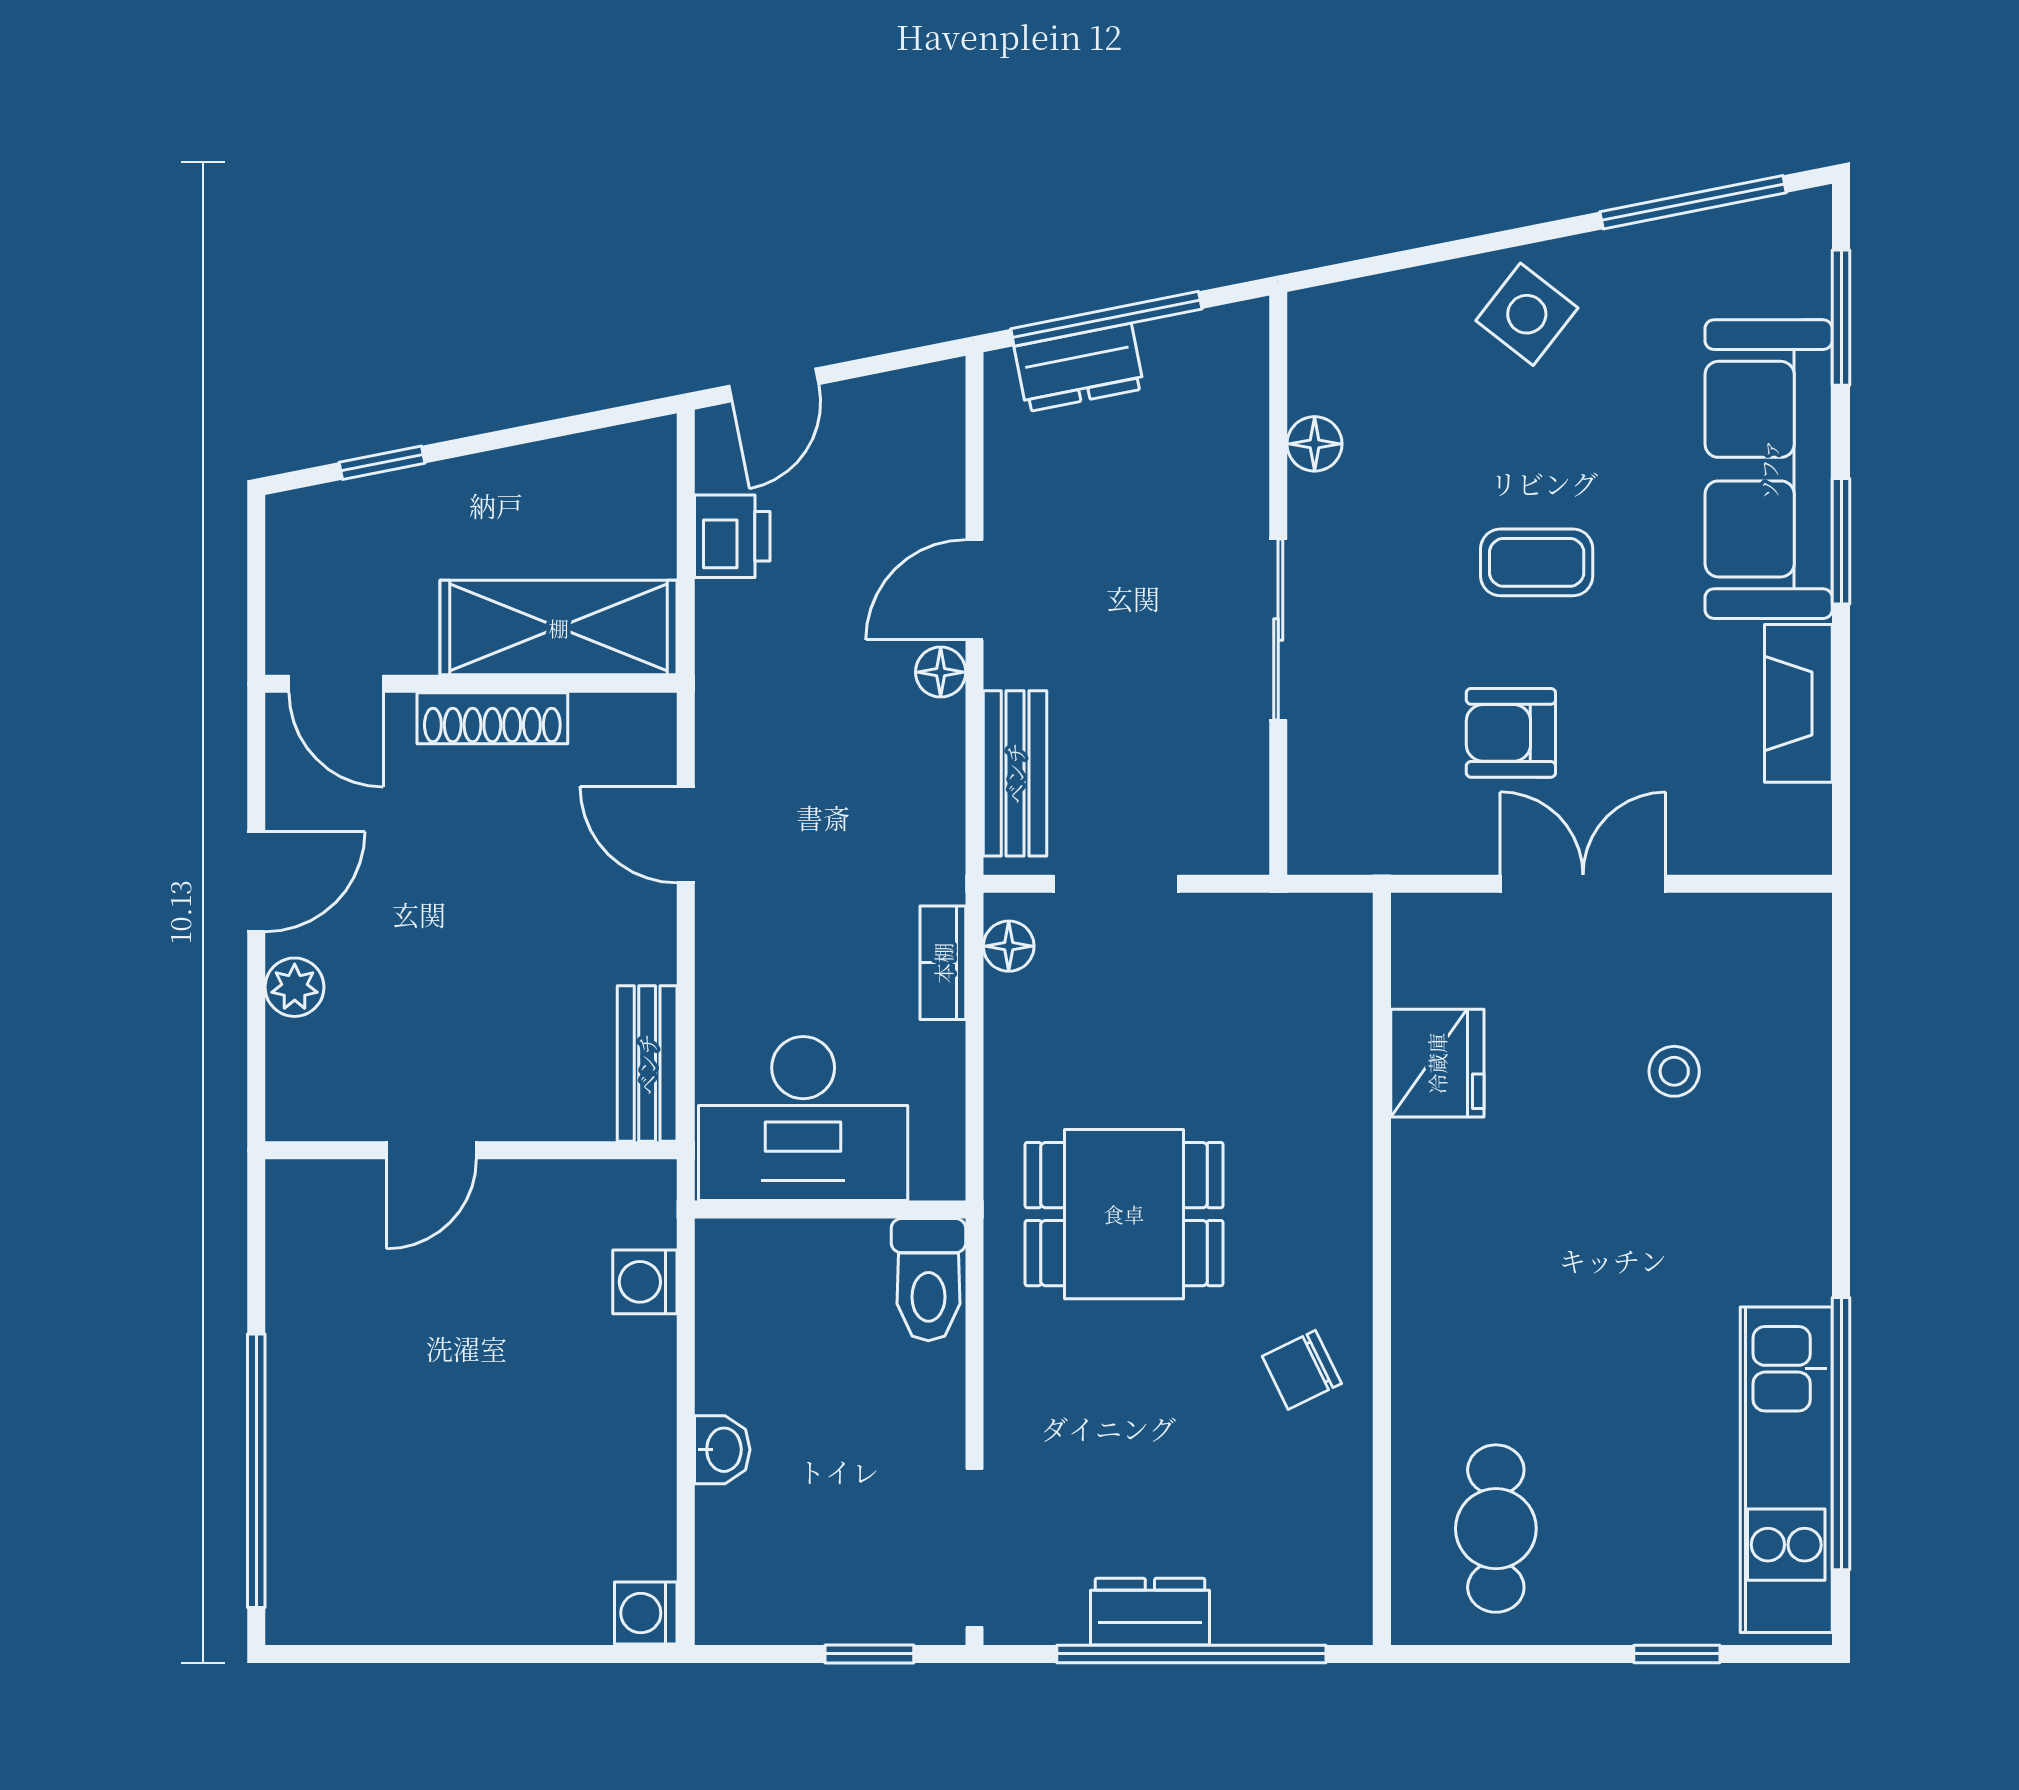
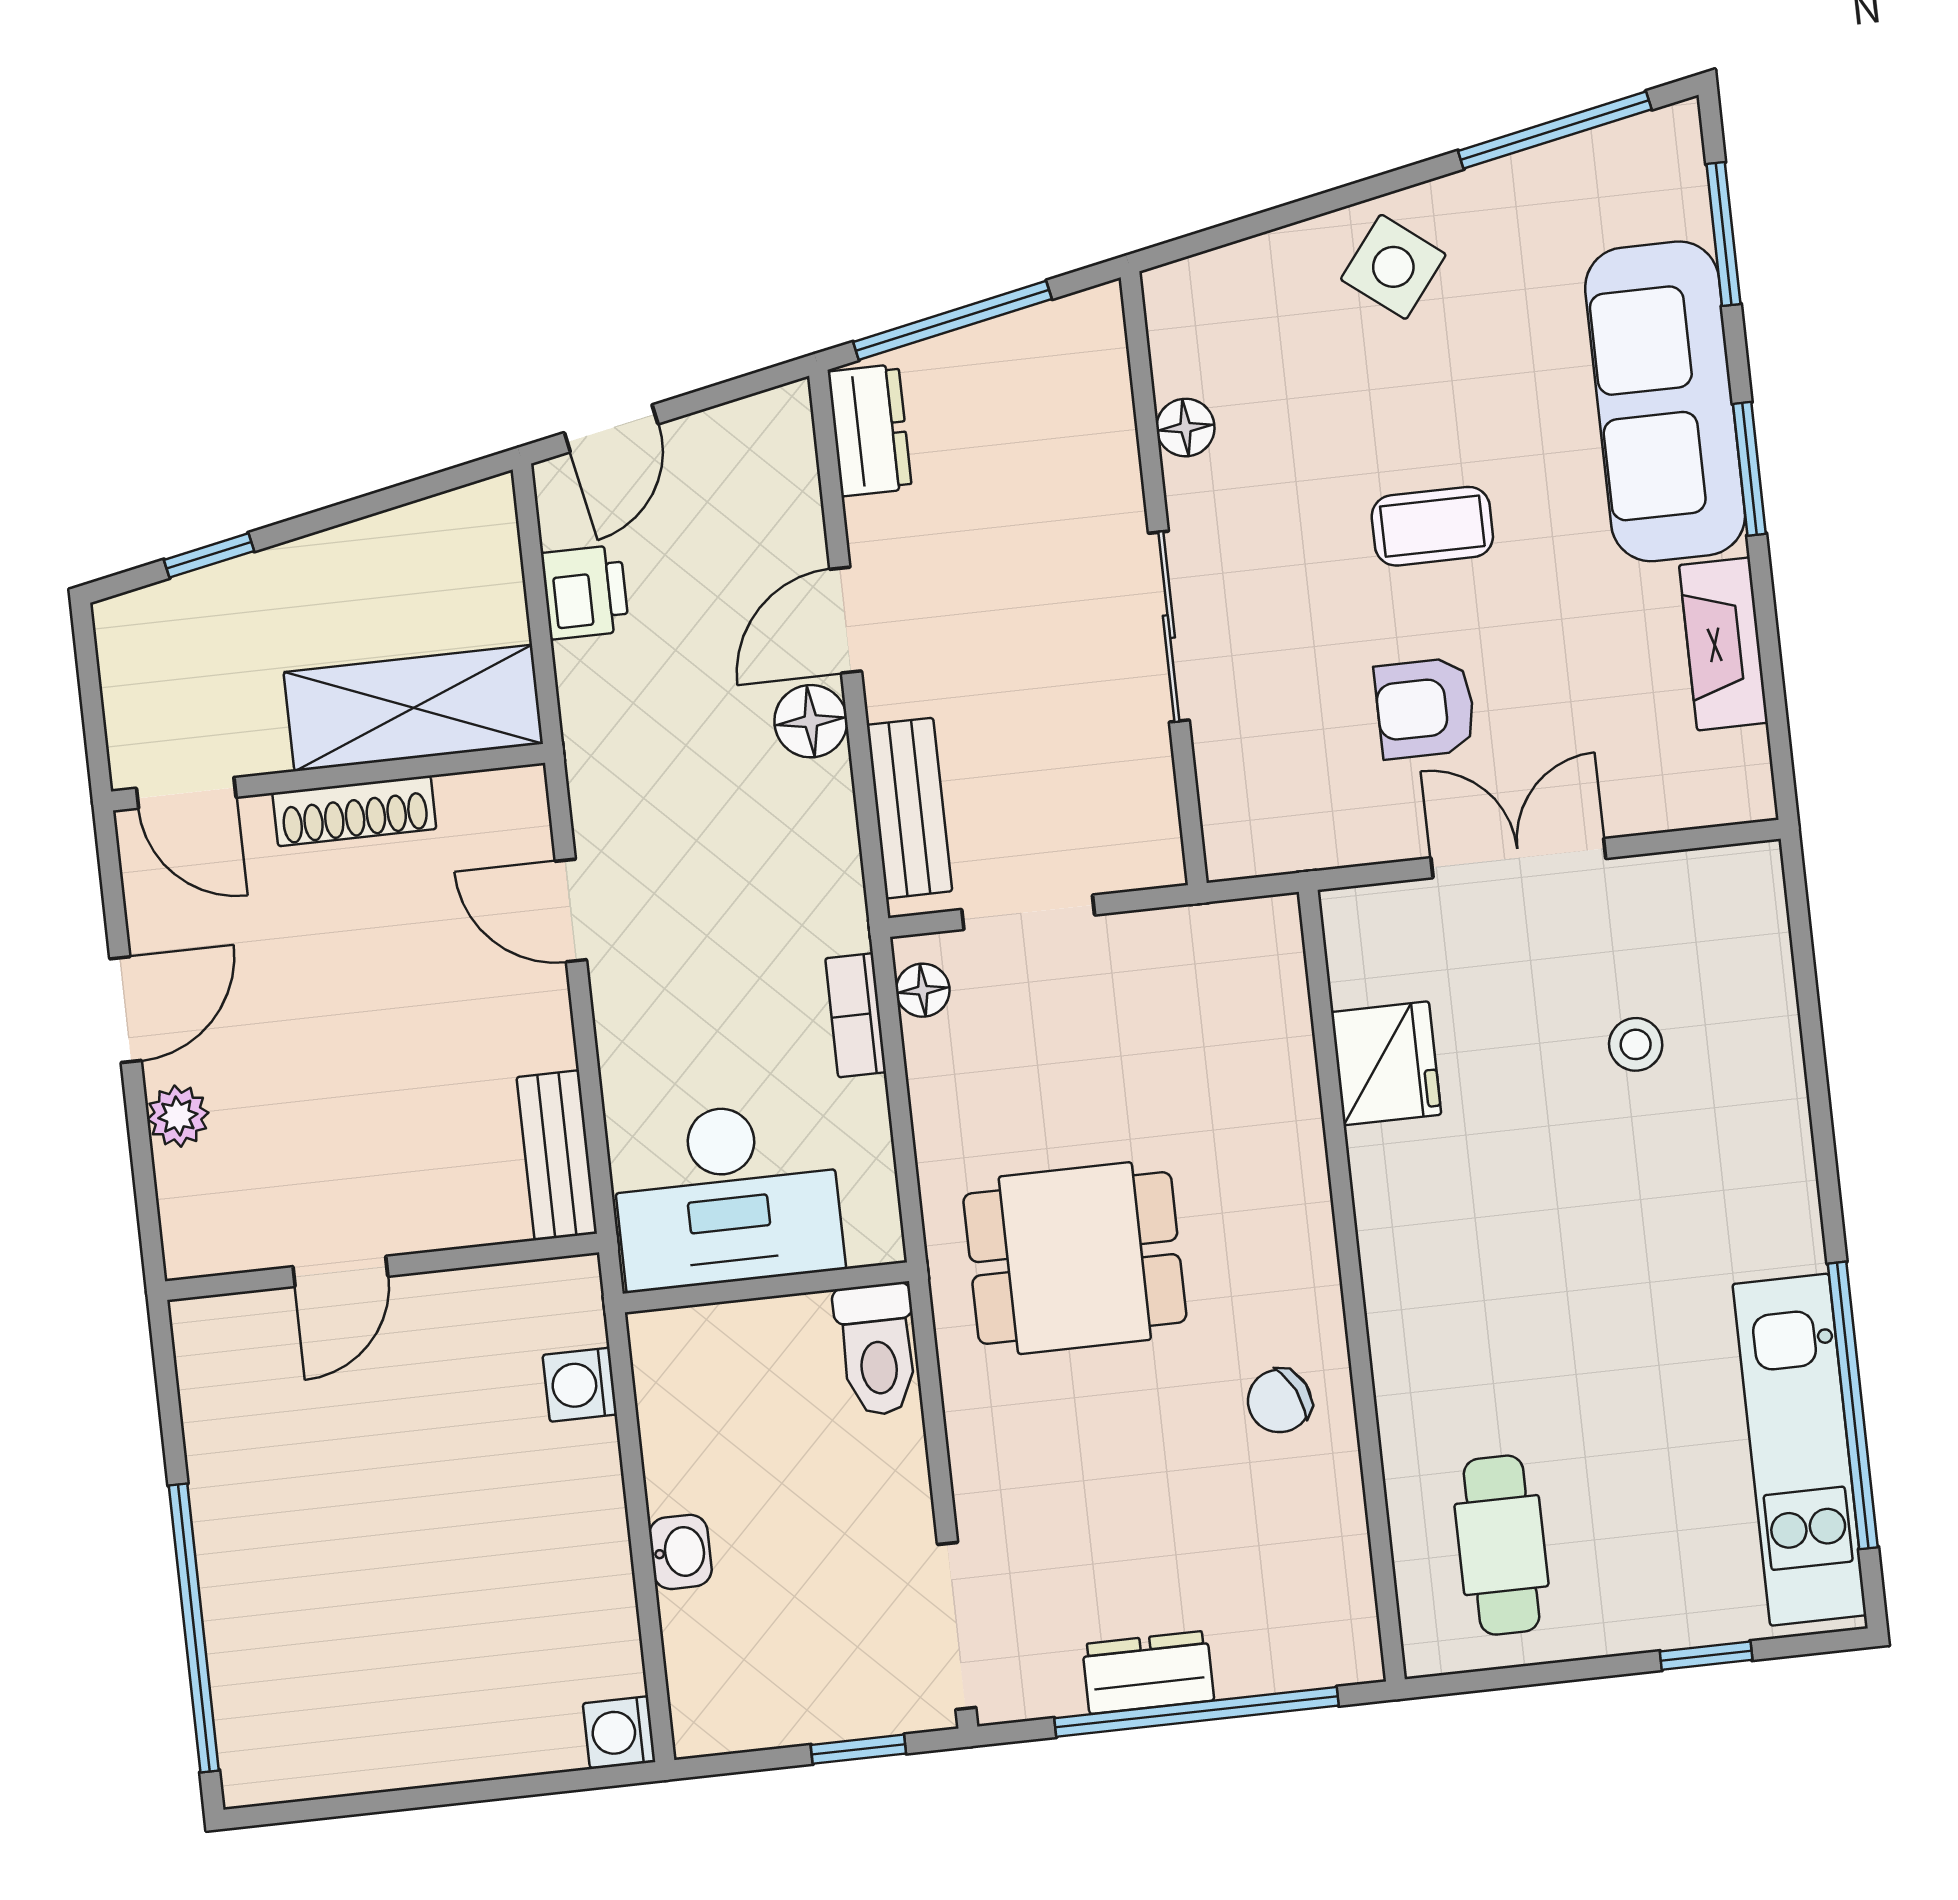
dresser: (1079, 368) -> (870, 430), moved, turned -79
floor lamp: (941, 672) -> (811, 721), width x1.37, depth x1.37

